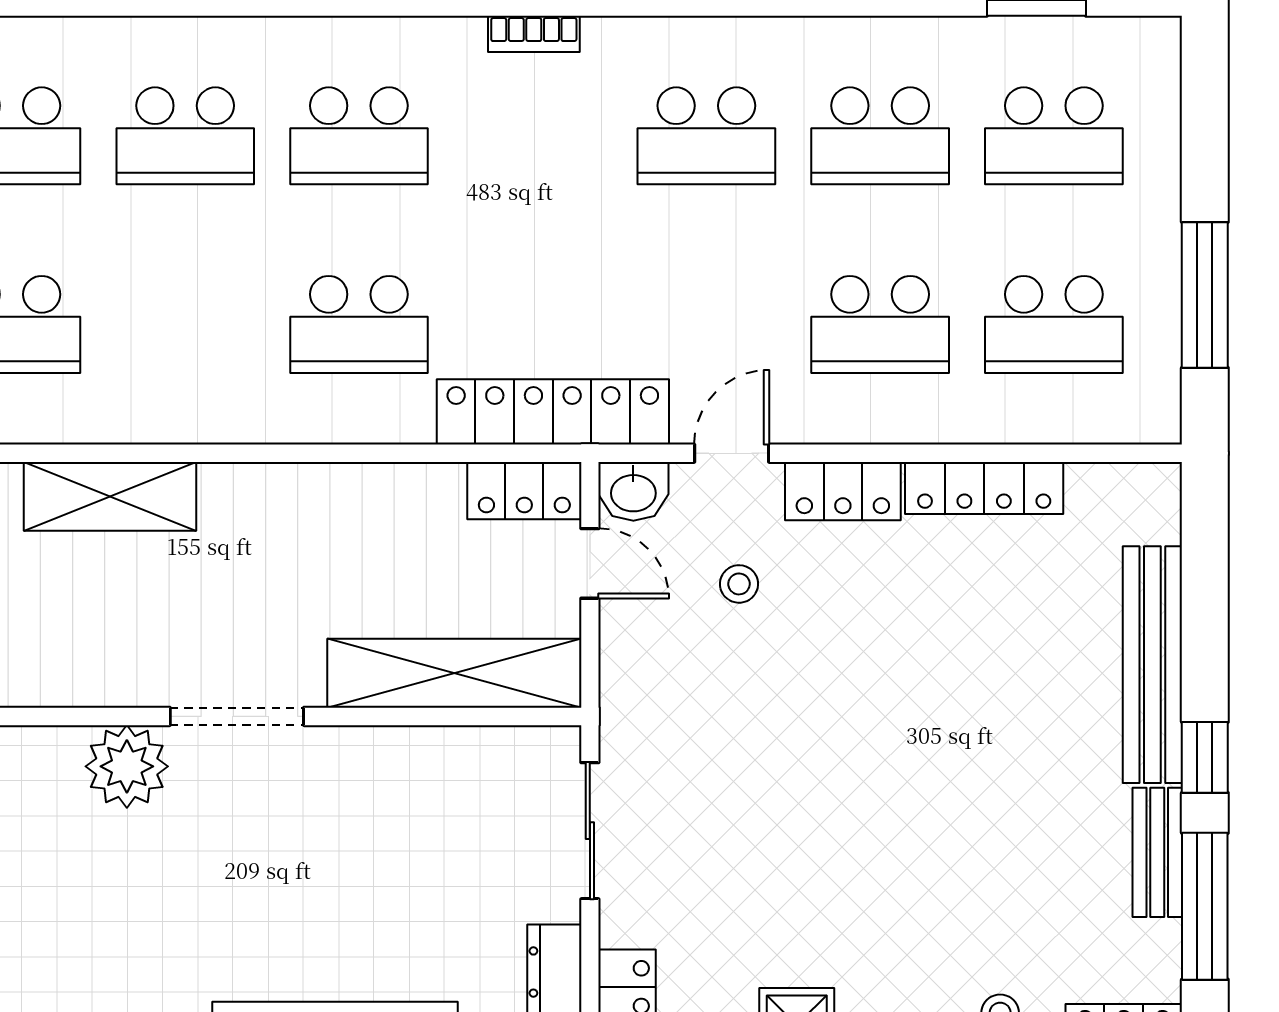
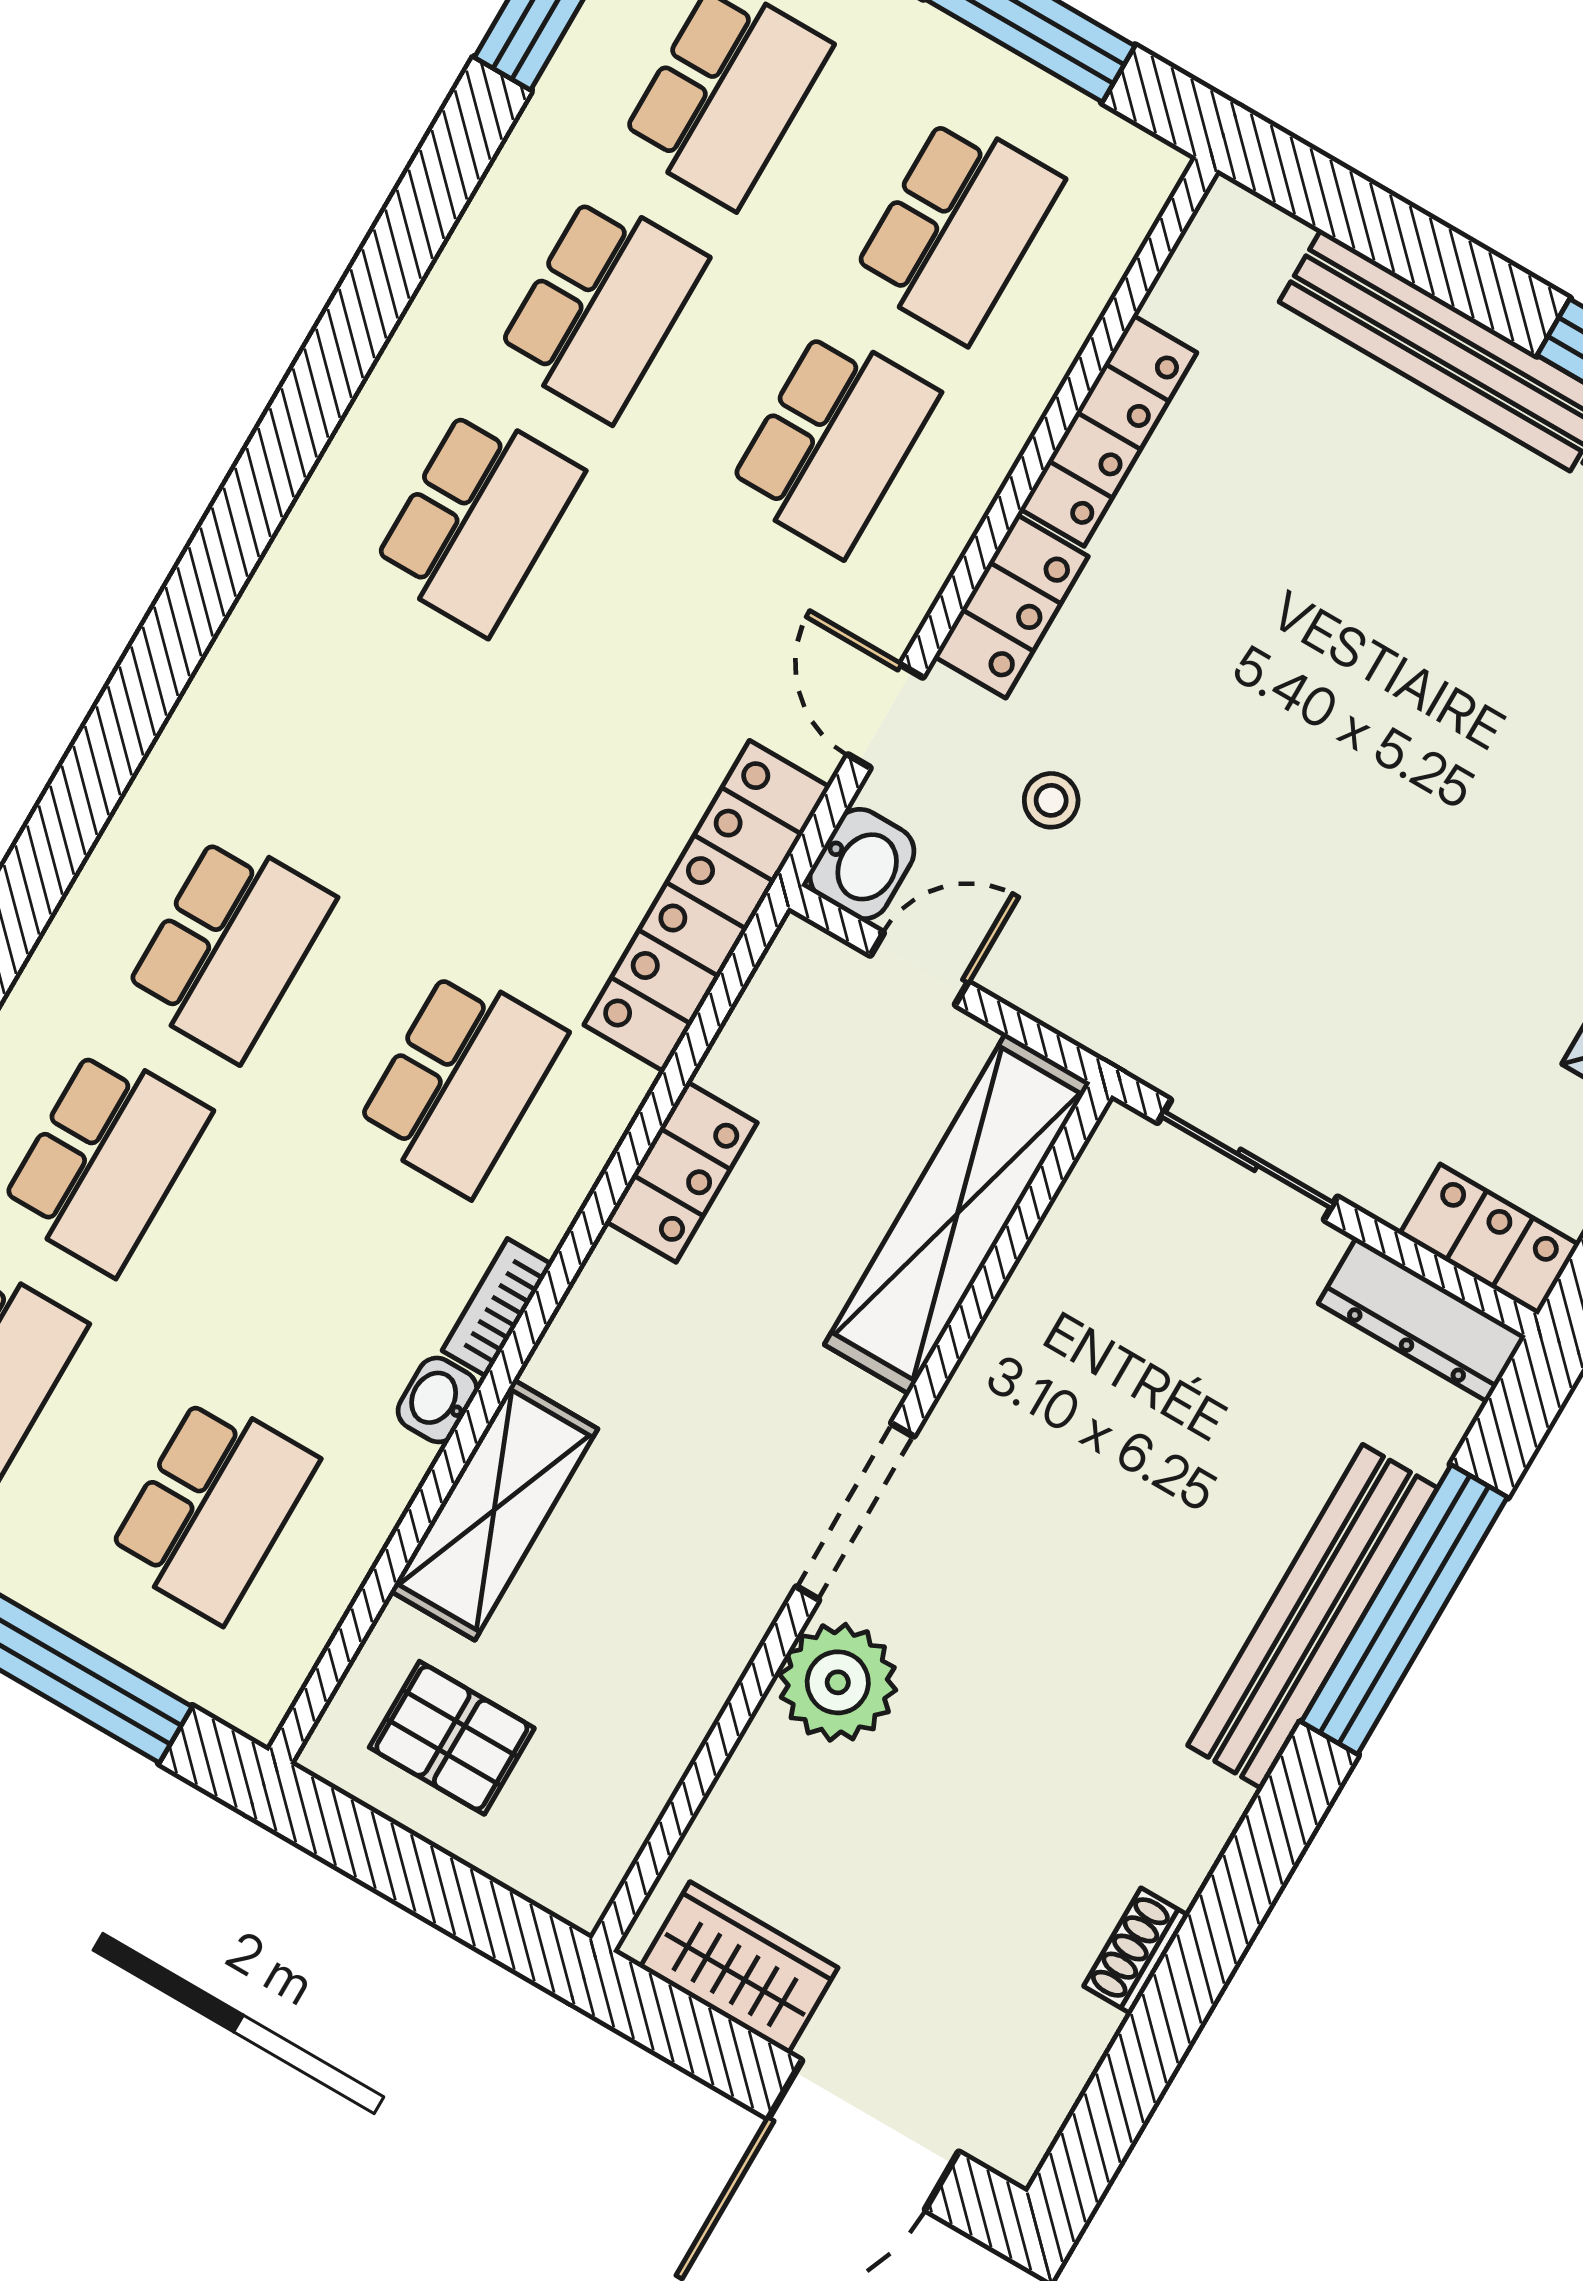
bookcase: (534, 34) -> (497, 1308), moved, turned 180
washbasin: (157, 423) -> (437, 1400), added
locker: (524, 491) -> (681, 1172), moved

